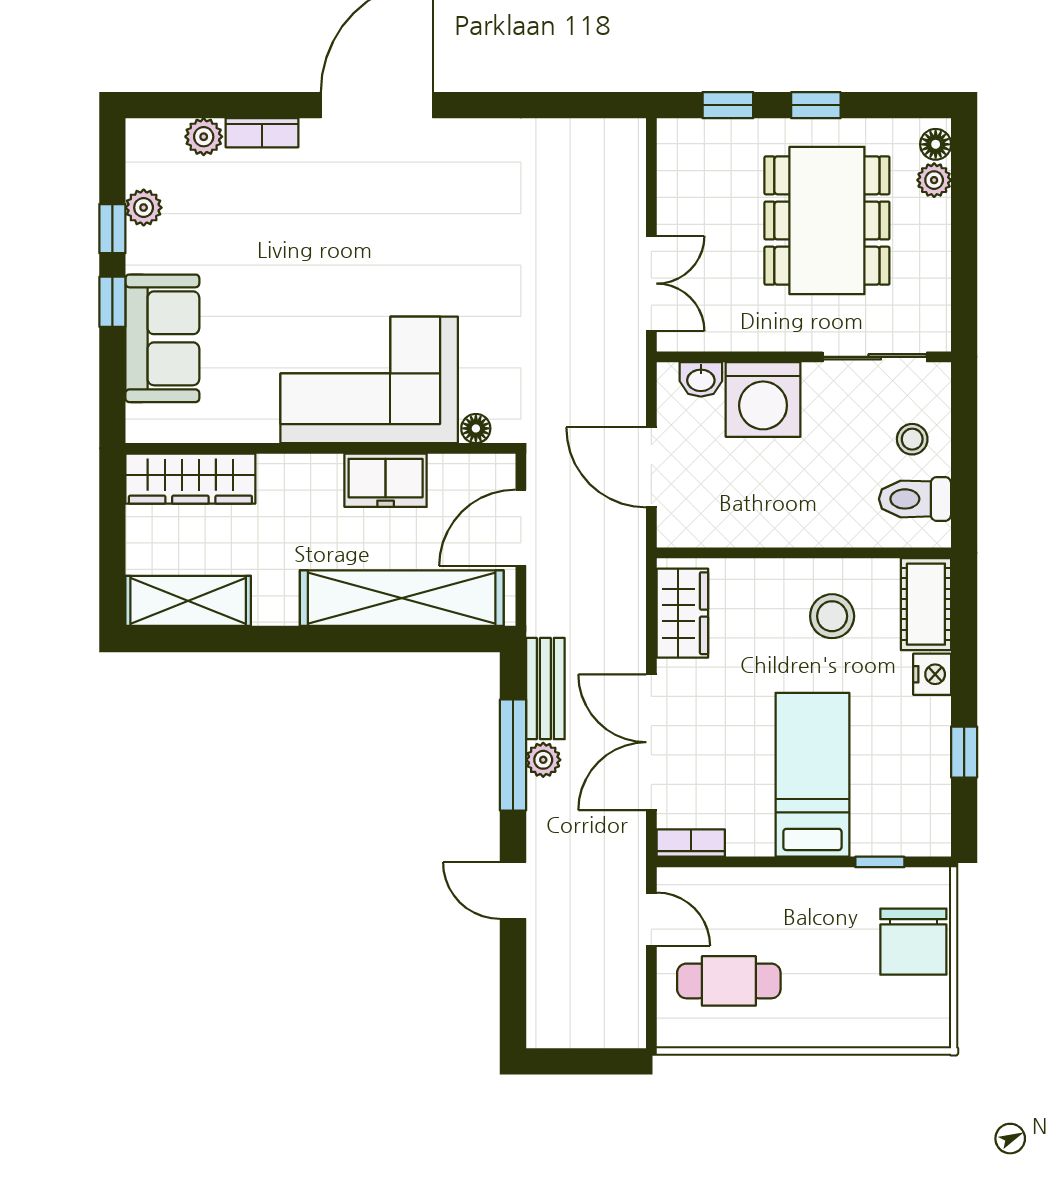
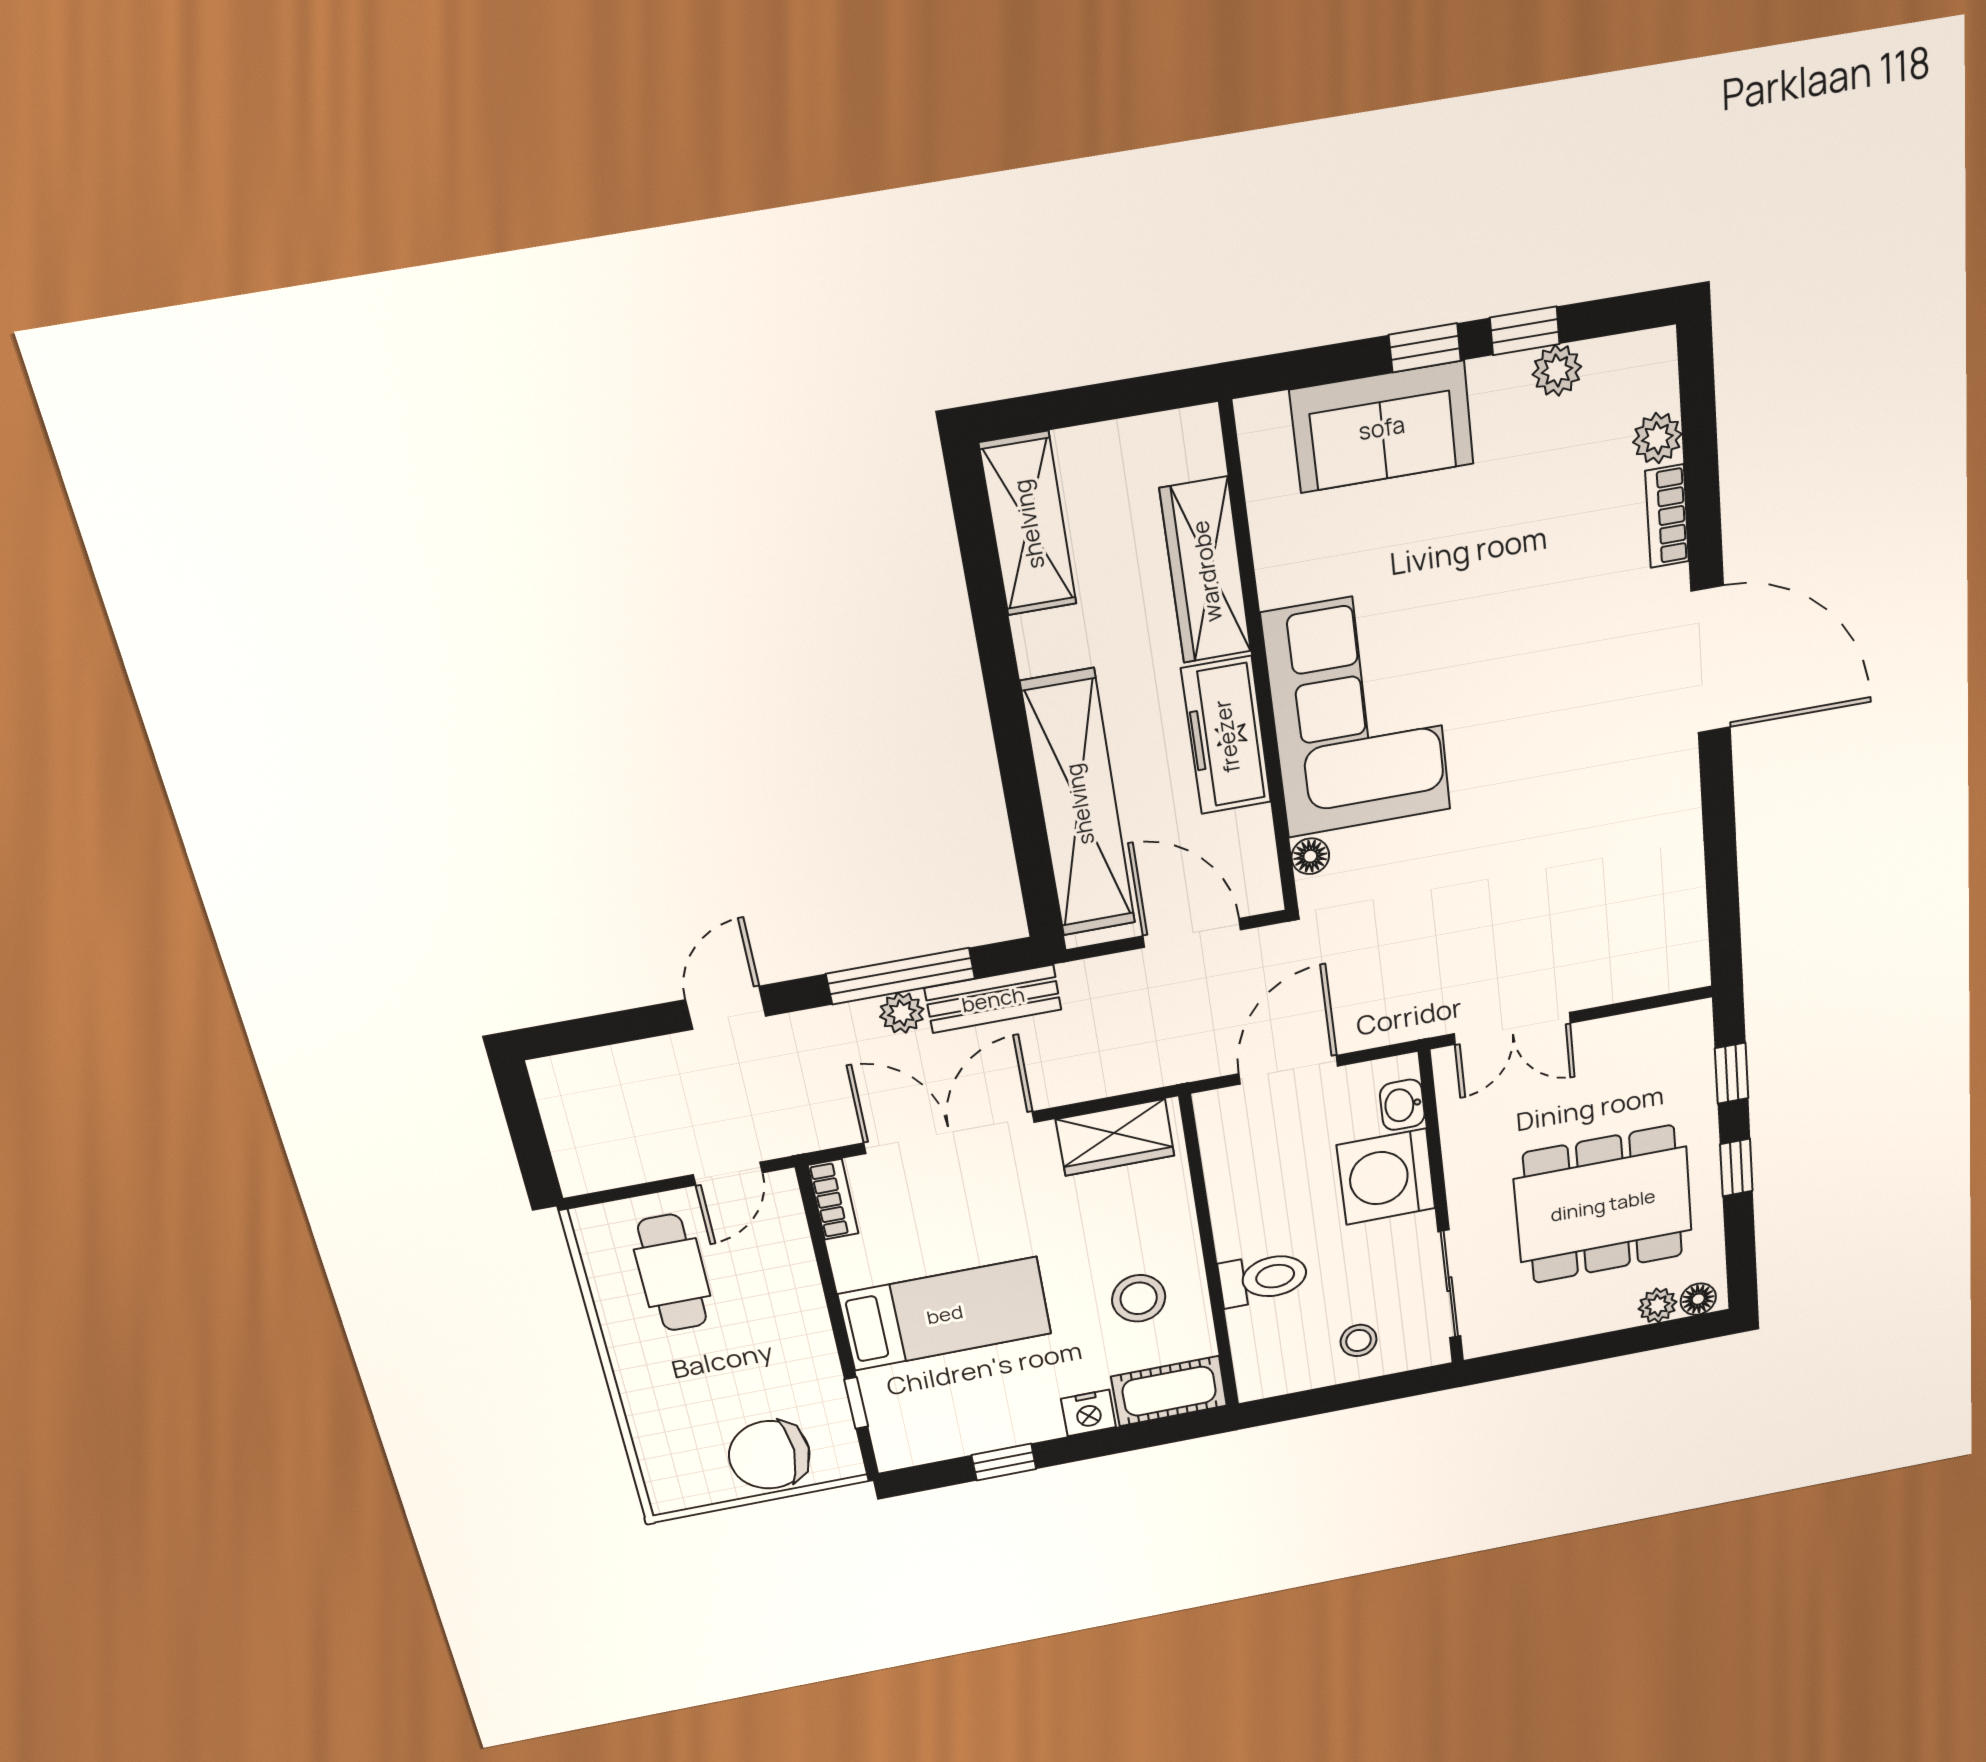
wardrobe: (190, 479) -> (1206, 571), moved
freezer: (386, 480) -> (1226, 736), width x1.40
toilet: (915, 499) -> (1263, 1278), moved, turned 90

